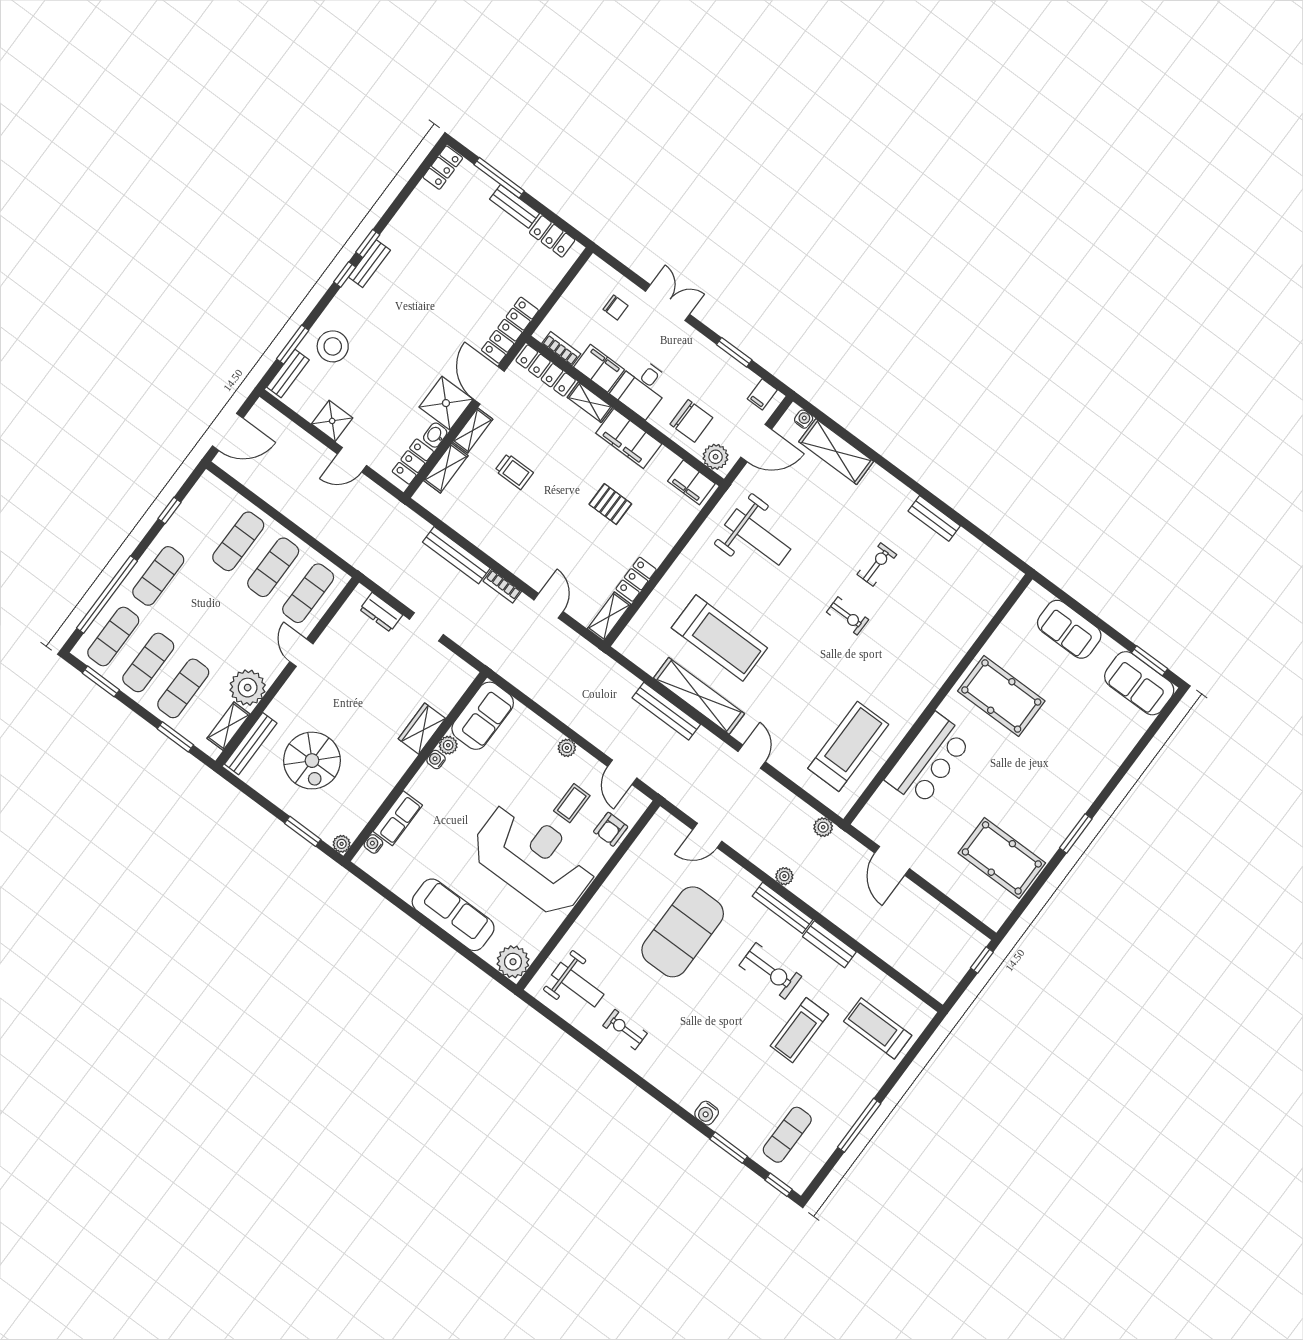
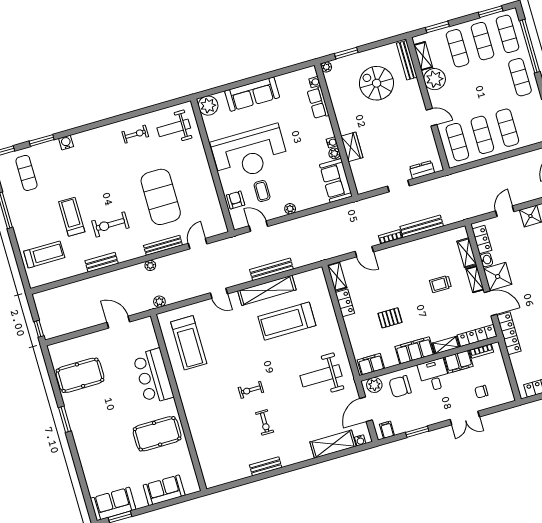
bench: (782, 908) -> (163, 245), moved

